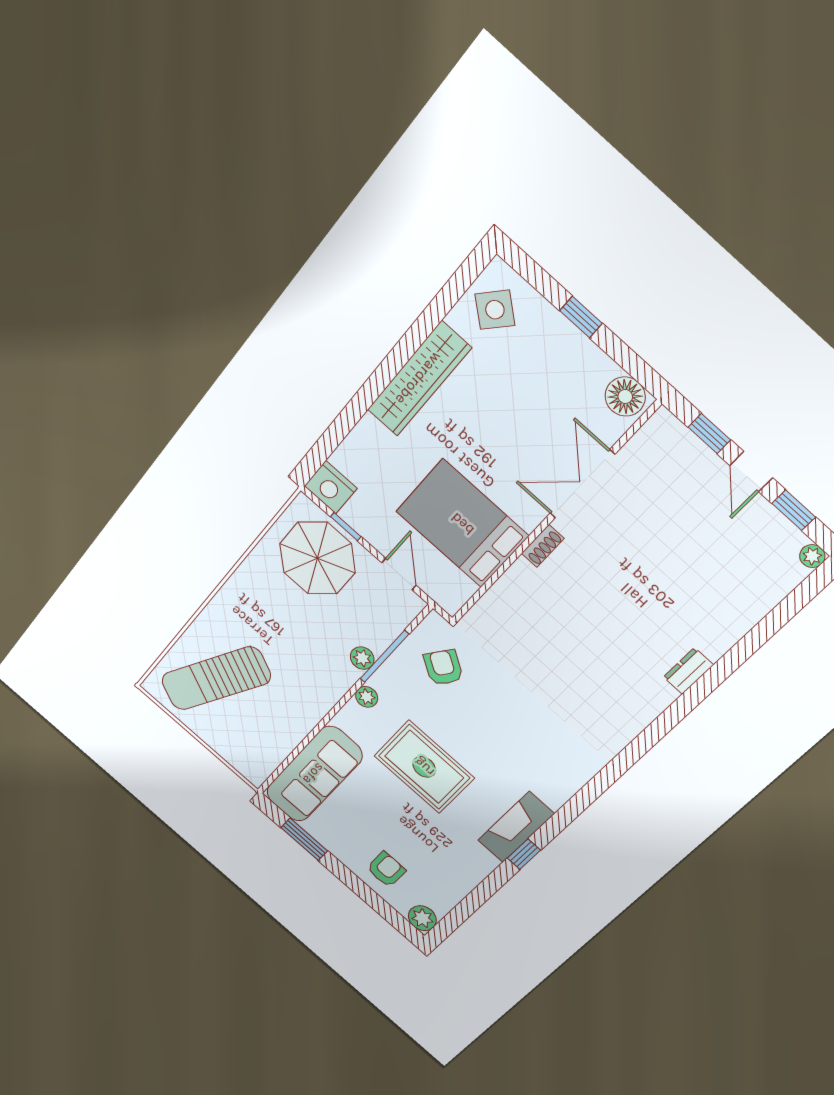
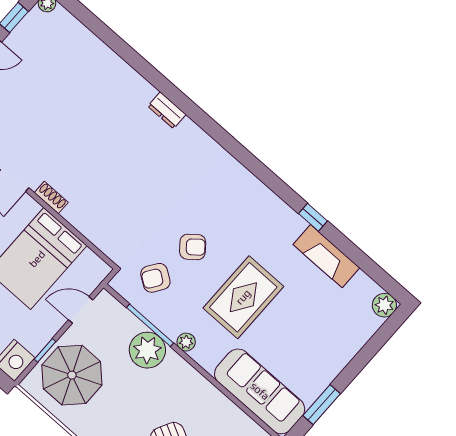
plant: (362, 658) -> (147, 350), width x1.87, depth x1.87
dresser: (688, 671) -> (167, 110), moved
fireplace: (516, 827) -> (326, 256), moved
armchair: (386, 869) -> (193, 247), moved, turned 141

